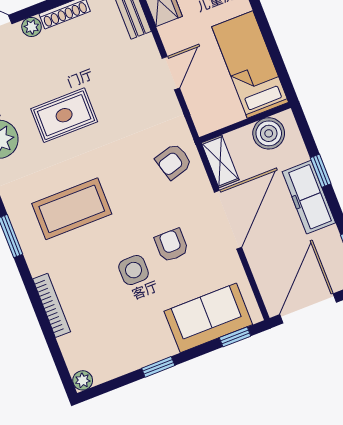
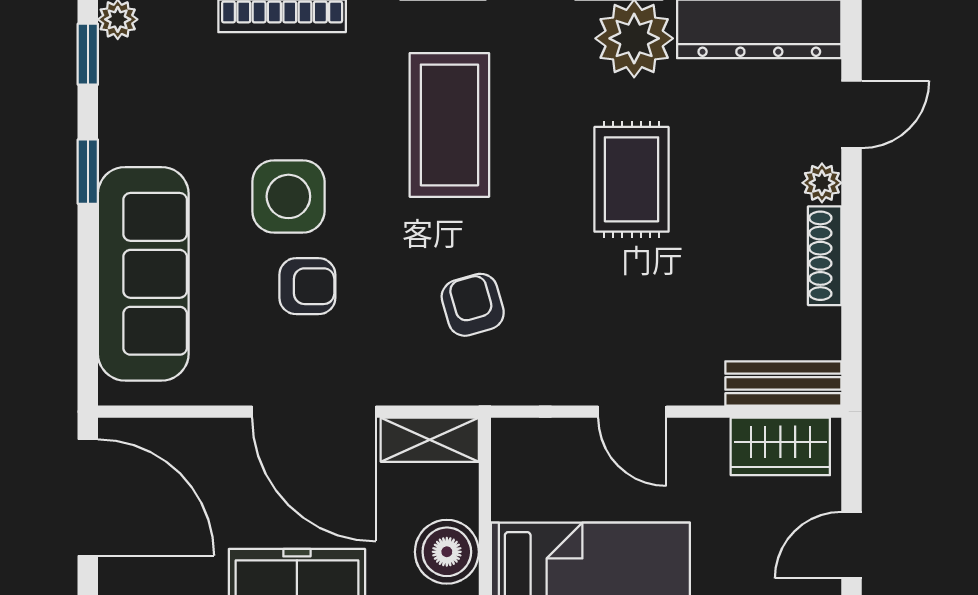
armchair: (174, 161) -> (473, 305), moved
side table: (134, 270) -> (288, 196), width x1.37, depth x1.37
sofa: (208, 318) -> (143, 274), width x1.36
window: (235, 337) -> (88, 54), moved

